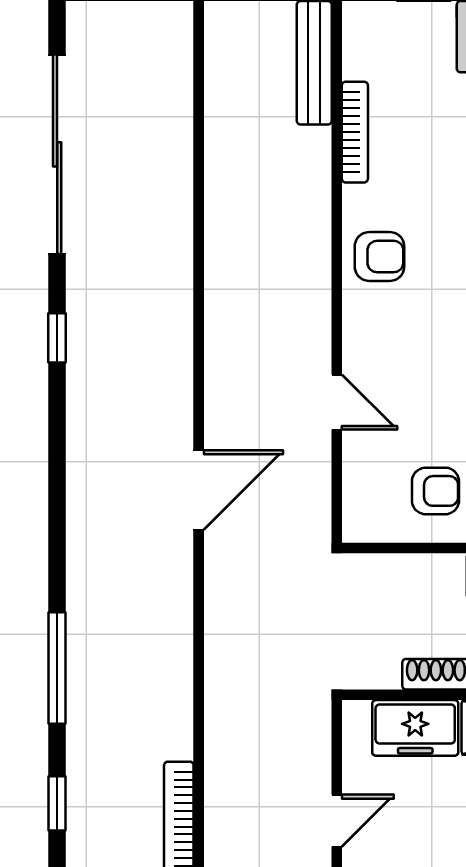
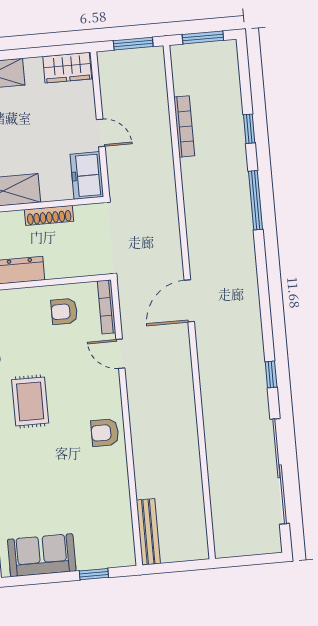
bookcase: (355, 132) -> (107, 307), moved
freezer: (415, 728) -> (87, 175), moved, turned -90
door: (337, 821) -> (101, 133), swing flipped

